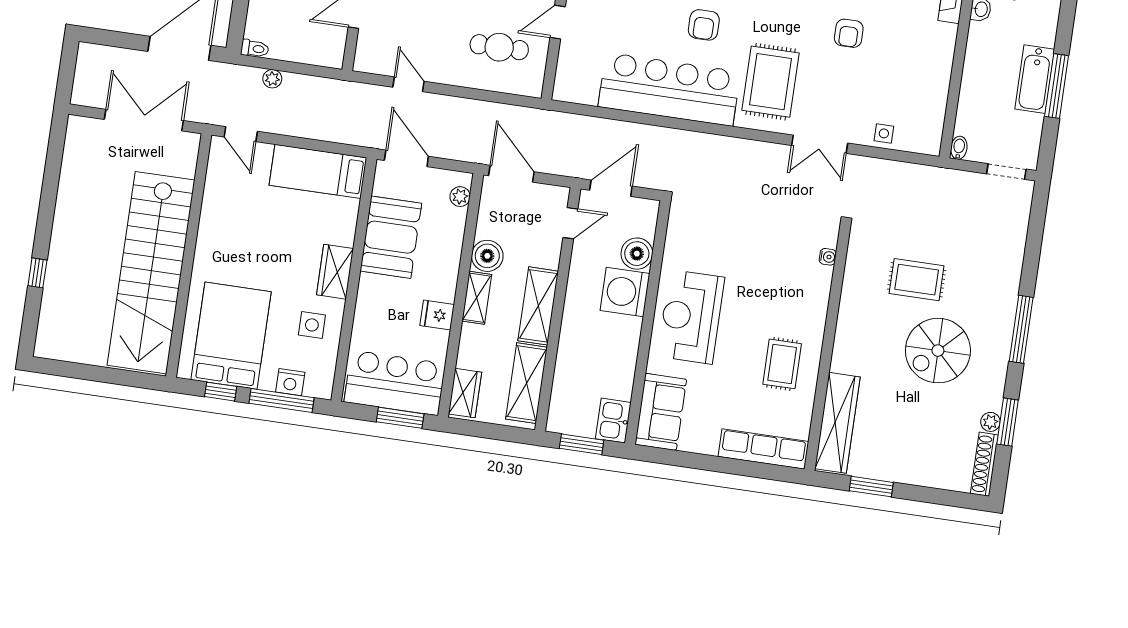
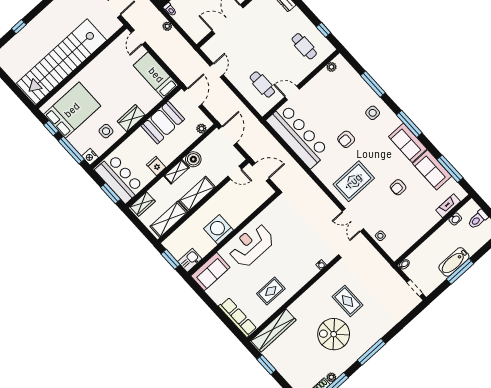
bar counter: (669, 89) -> (298, 136), moved
boiler: (637, 254) -> (250, 205), removed
washing machine: (625, 292) -> (219, 229), moved
nightstand: (290, 382) -> (90, 157), moved

